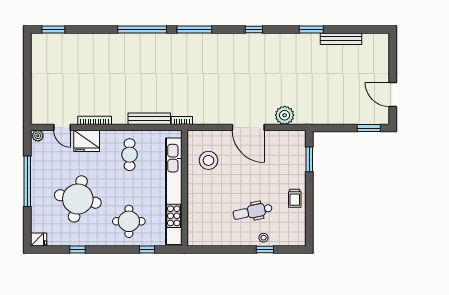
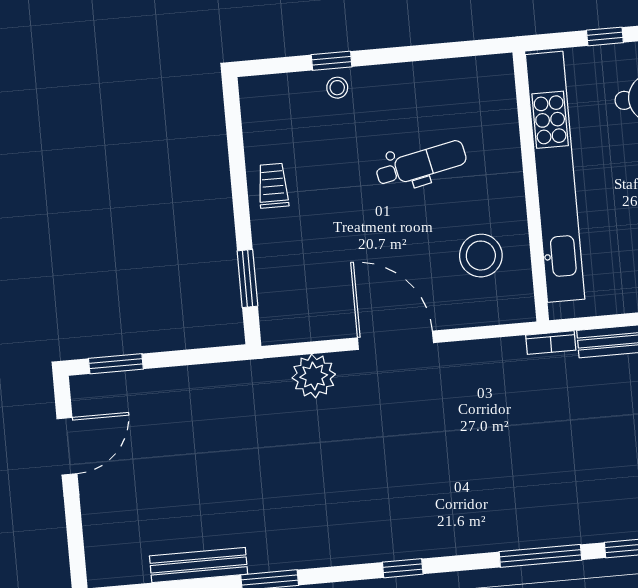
door: (393, 95) -> (67, 446), hinge flipped
dental chair: (253, 212) -> (421, 164), moved

